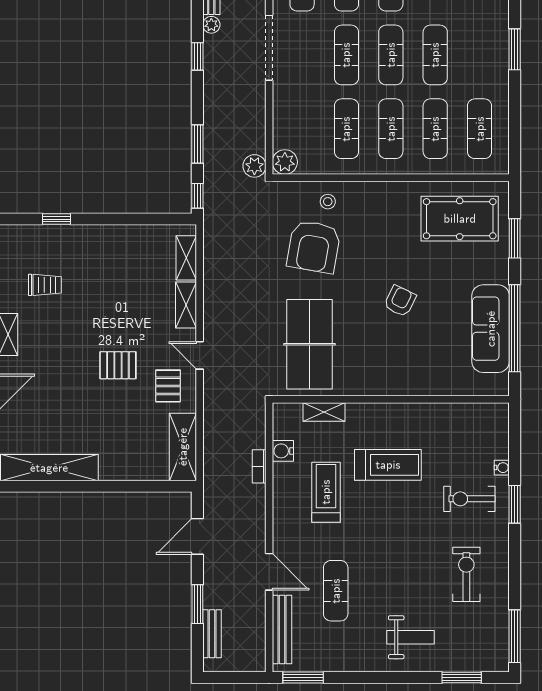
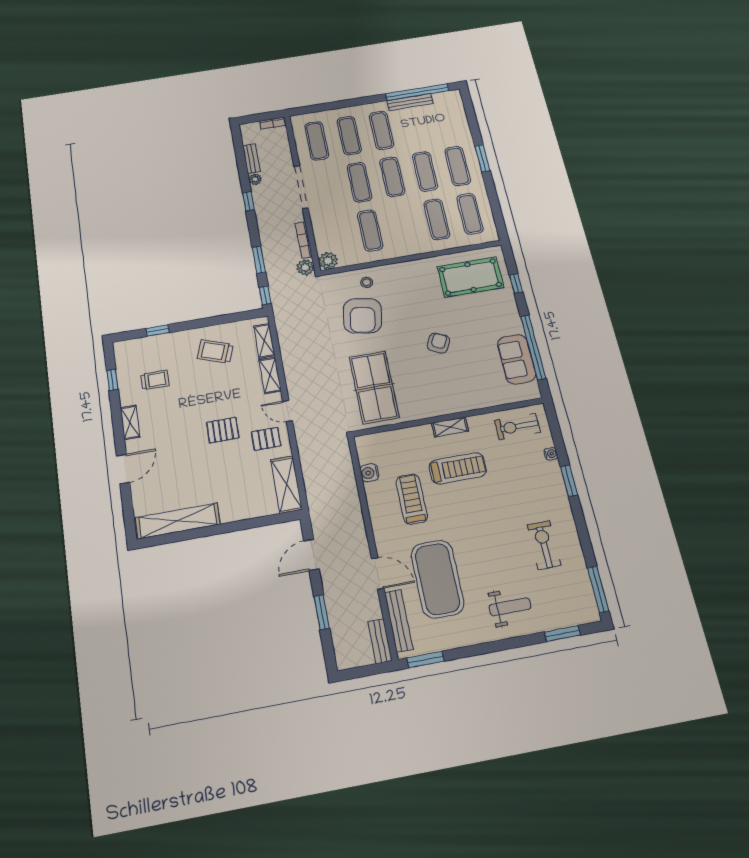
exercise mat: (391, 129) -> (458, 166), moved
window: (515, 238) -> (516, 283), width x0.67
trolley: (124, 261) -> (215, 351), added
sofa: (491, 329) -> (517, 359), width x0.73
pallet: (168, 386) -> (266, 439), turned 90
shelving: (324, 412) -> (450, 427), moved
bookcase: (259, 466) -> (304, 240), moved, width x1.56
exercise bike: (469, 499) -> (517, 426), moved
exercise mat: (336, 591) -> (437, 579), width x2.00, depth x1.45
bench: (212, 634) -> (380, 641), moved

